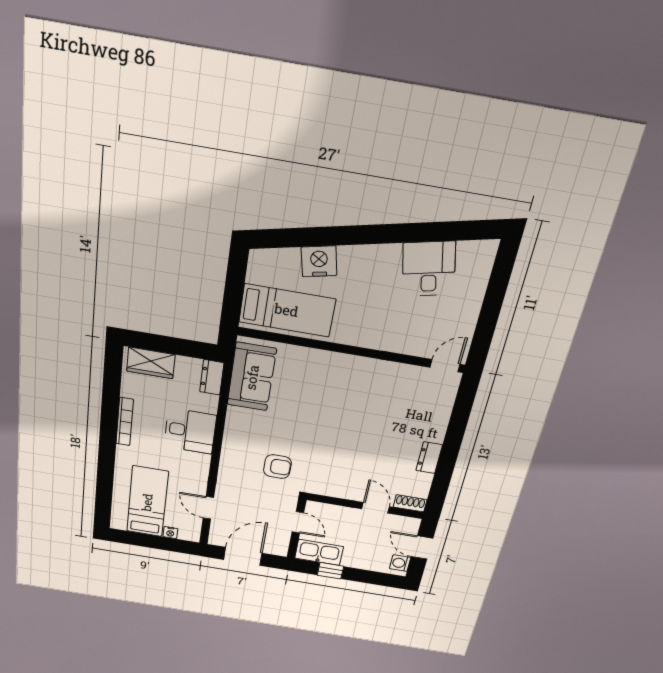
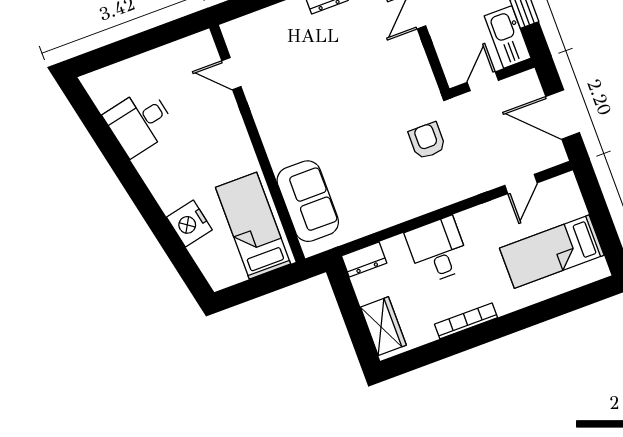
door: (445, 366) -> (231, 74), moved
sofa: (252, 377) -> (308, 201), moved, turned 90
nightstand: (170, 533) -> (578, 208), removed

